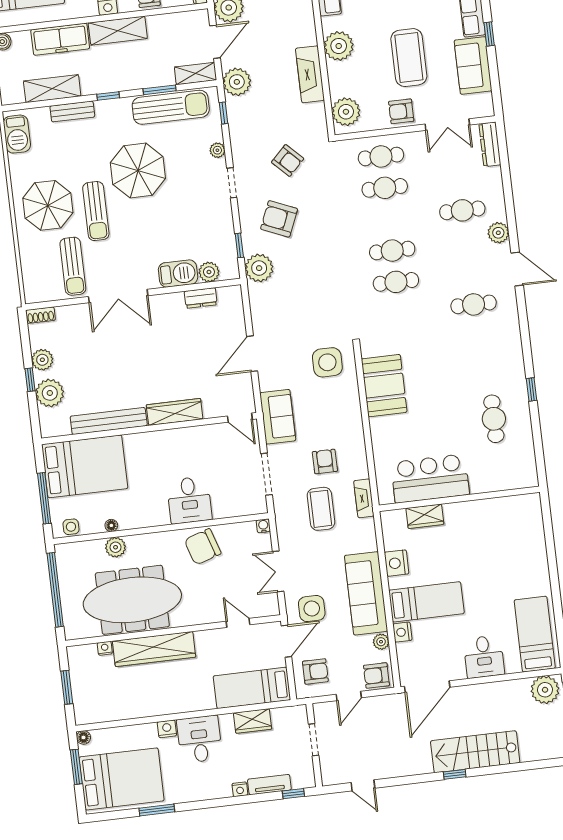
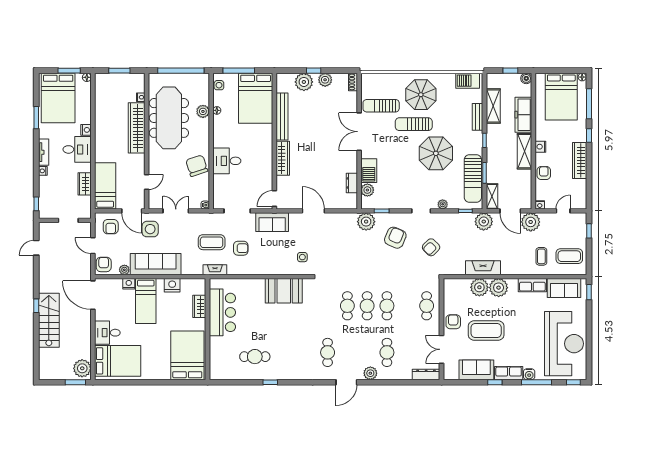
plant: (346, 112) -> (479, 287), moved
cafe table: (385, 188) -> (387, 306), moved
side table: (327, 362) -> (302, 257), width x0.54, depth x0.54
bed: (505, 526) -> (187, 355), added
bed: (535, 634) -> (118, 361), width x1.50
tv unit: (269, 785) -> (44, 152), moved

